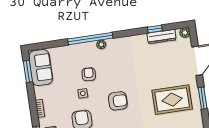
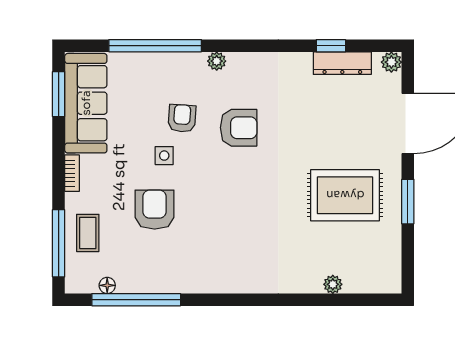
window: (90, 39) -> (155, 46), moved
sofa: (41, 68) -> (86, 103), width x1.36
armchair: (118, 101) -> (239, 128), moved

